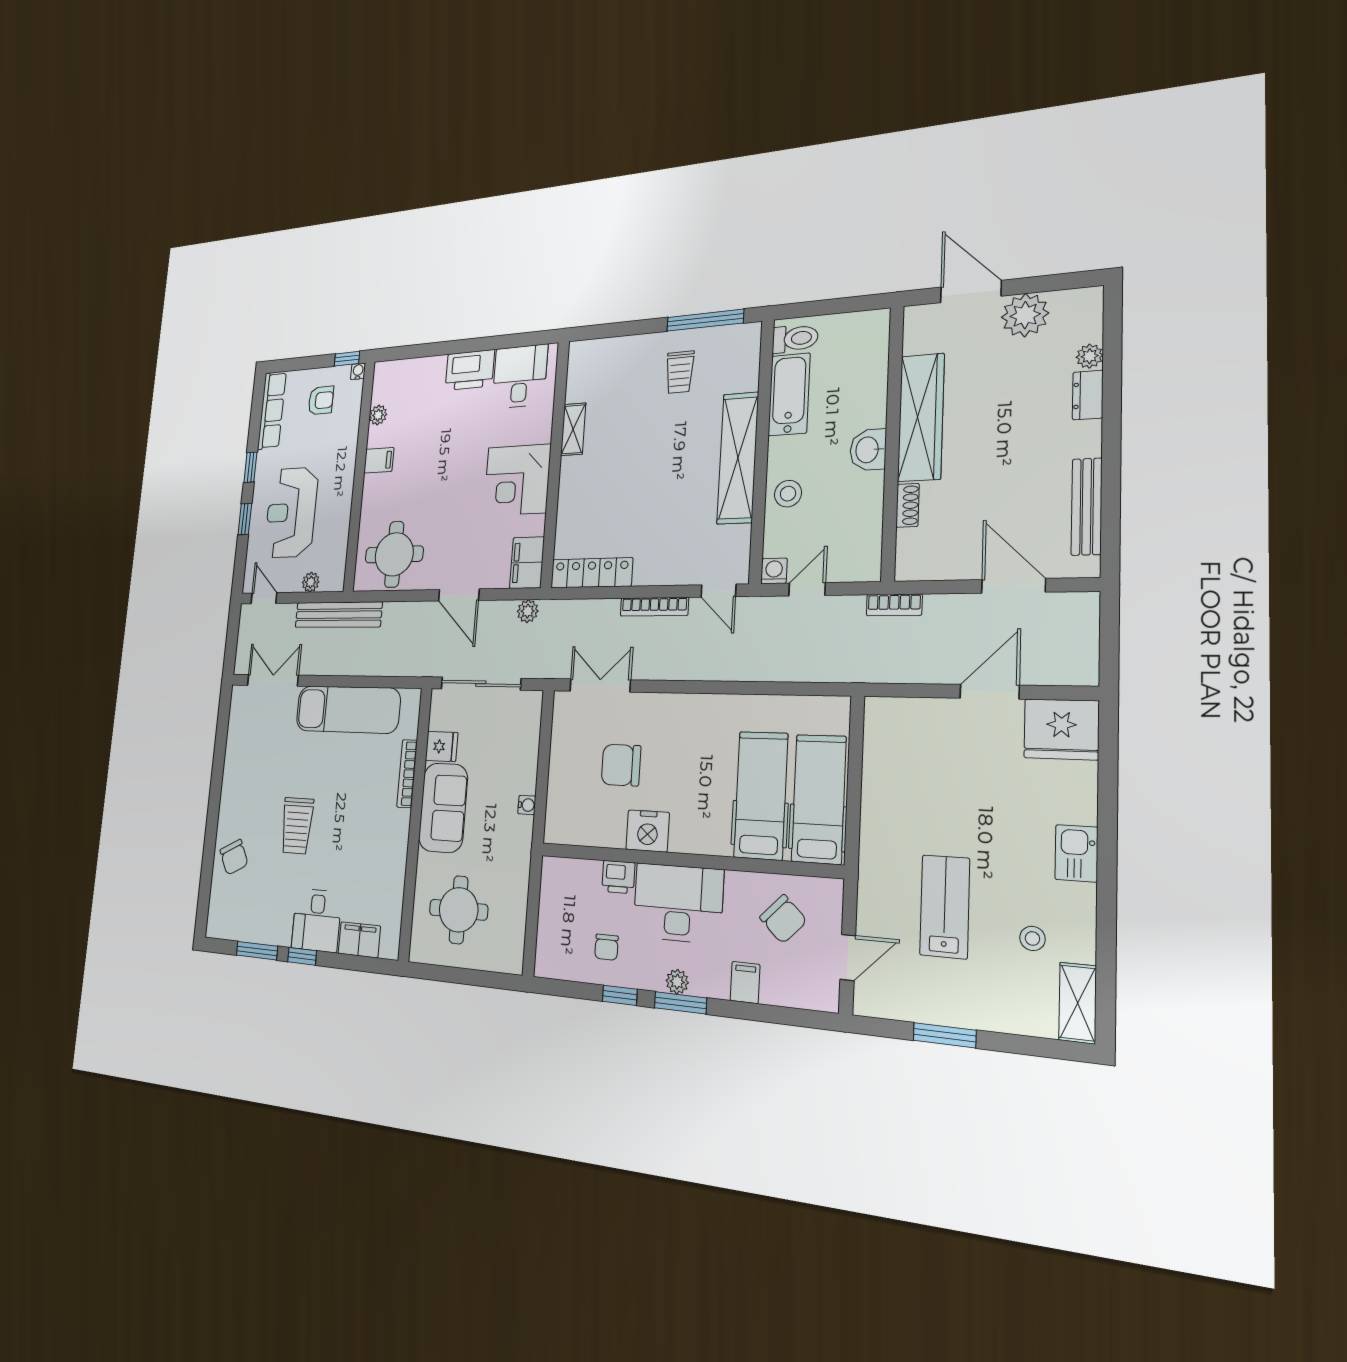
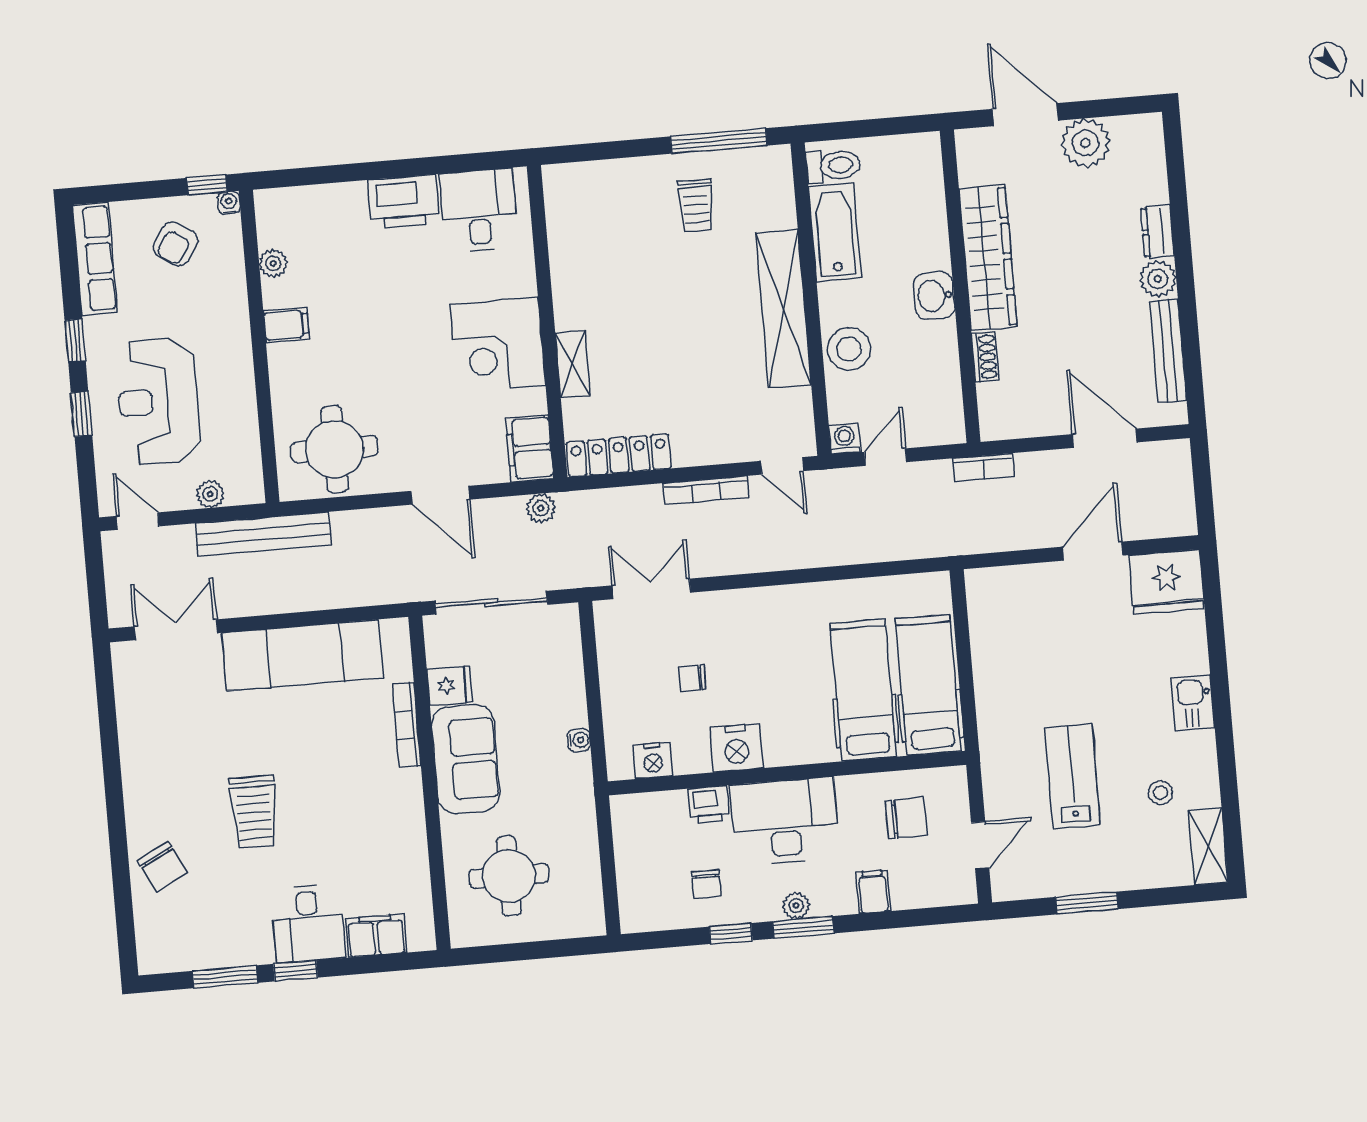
plant: (1090, 356) -> (1158, 279), moved, width x1.38, depth x1.38
armchair: (321, 400) -> (176, 244), turned 124
shelving: (573, 429) -> (573, 364), moved
stool: (788, 494) -> (849, 349), width x1.38, depth x1.38
chair: (621, 765) -> (692, 678), width x0.54, depth x0.54
nightstand: (580, 831) -> (653, 760), added
chair: (783, 919) -> (906, 818), turned -45

